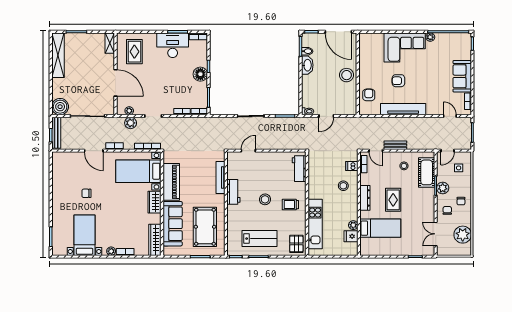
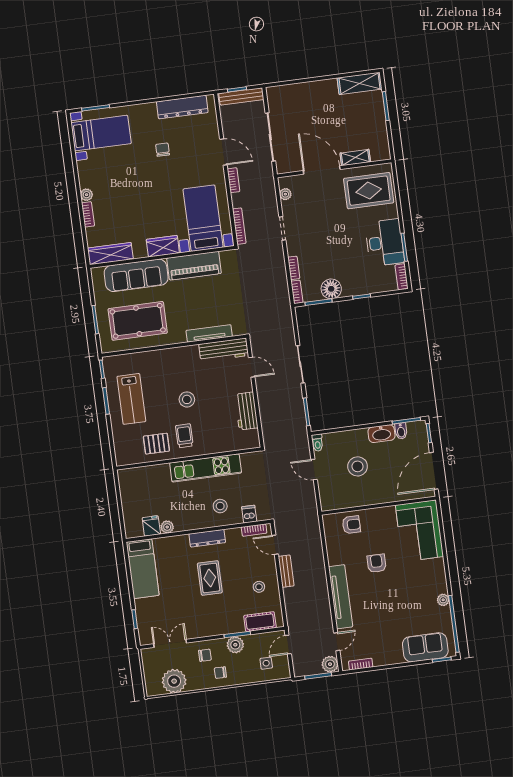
shelving: (110, 43) -> (355, 158), moved
corner sofa: (405, 47) -> (419, 531), moved
rug: (134, 52) -> (369, 191), width x1.36, depth x1.43
shelving: (58, 55) -> (360, 83), width x0.68
floor lamp: (200, 74) -> (331, 289), moved
stool: (347, 75) -> (358, 466), moved
sofa: (462, 76) -> (425, 647), moved
door: (116, 83) -> (322, 170), swing flipped
boiler: (60, 107) -> (278, 97), removed
tv unit: (403, 109) -> (341, 597), moved
plant: (131, 123) -> (330, 664), moved
door: (94, 151) -> (223, 152), swing flipped
door: (376, 151) -> (275, 545), hinge flipped
door: (448, 151) -> (288, 645), hinge flipped
workbench: (299, 169) -> (246, 411), moved, turned -90
cot: (427, 172) -> (260, 622), width x0.73, depth x0.75
dresser: (58, 175) -> (182, 107), added
workbench: (233, 192) -> (224, 350), moved, width x1.38
rug: (393, 200) -> (210, 578), turned 90
kitchen unit: (315, 224) -> (206, 468), moved
bed: (380, 228) -> (143, 569), moved
bed with nightstands: (85, 235) -> (101, 133), moved
pallet: (296, 244) -> (156, 444), moved

